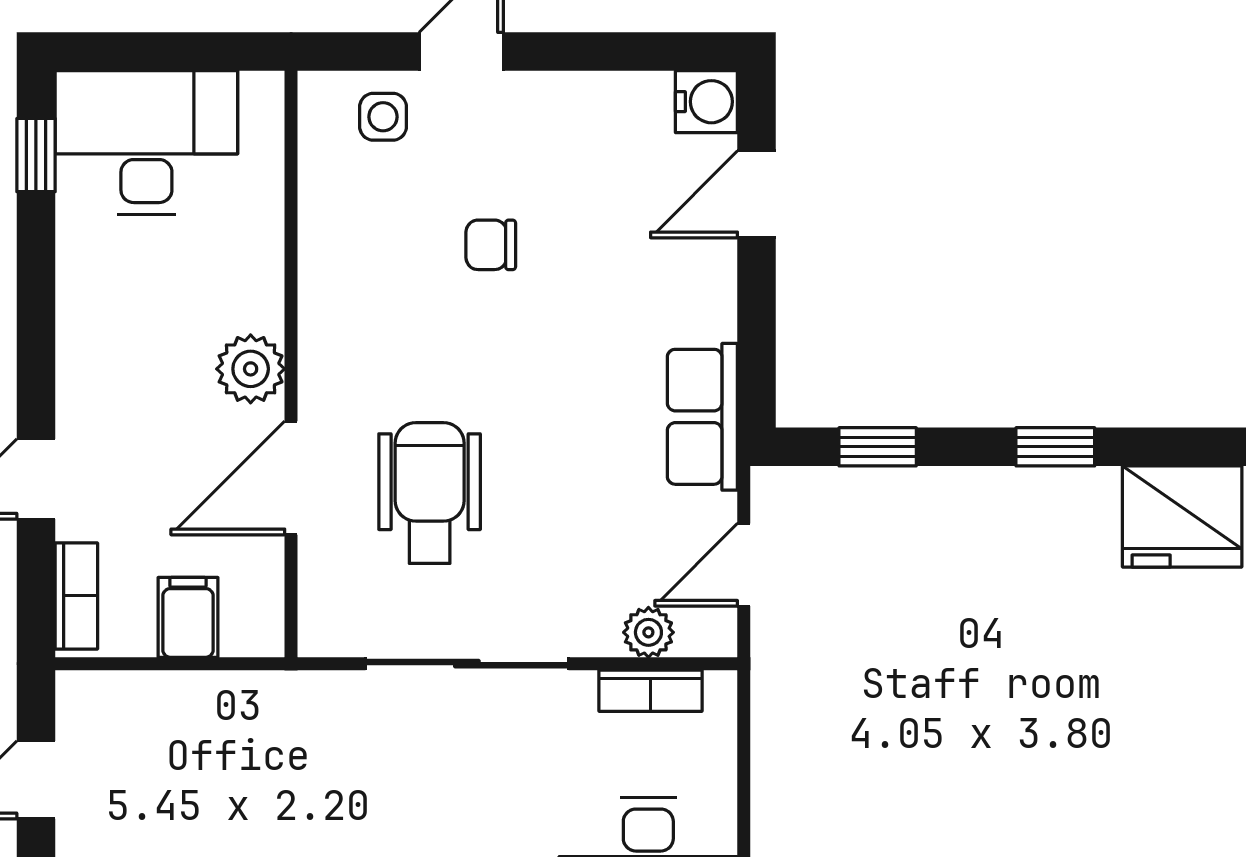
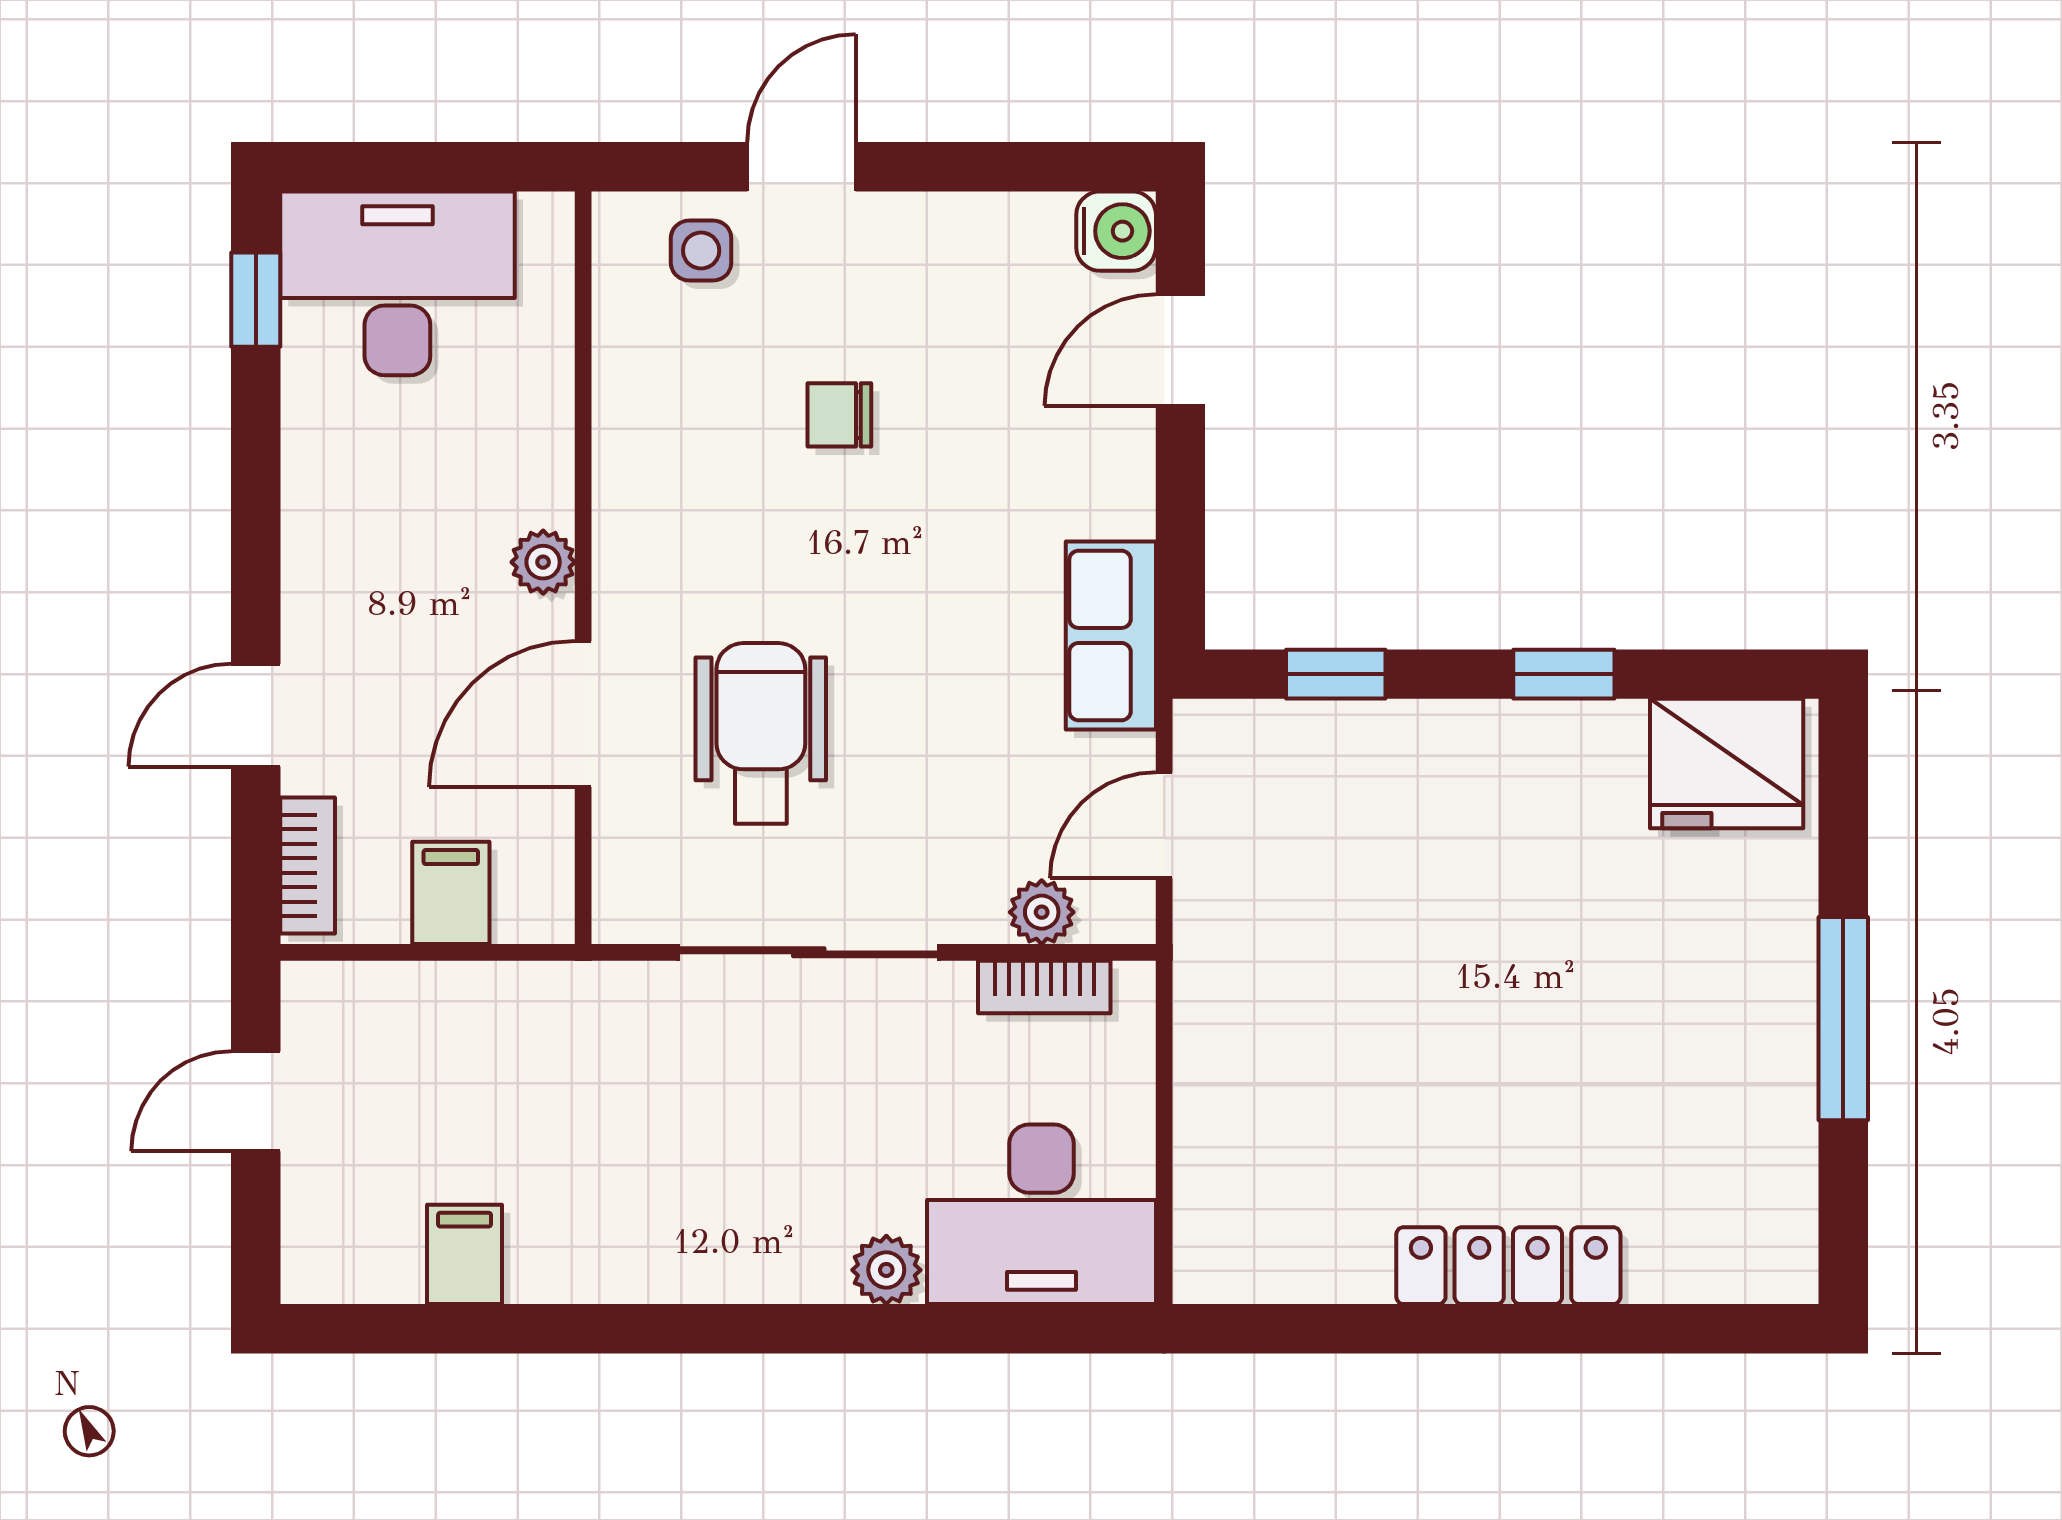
plant: (251, 369) -> (543, 562), width x0.73, depth x0.73

